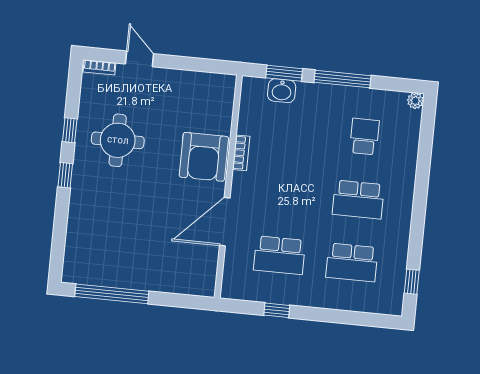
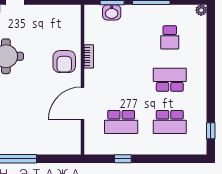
school desk: (364, 137) -> (170, 37), turned 180
armchair: (204, 157) -> (64, 62), width x0.73, depth x0.73
school desk: (358, 199) -> (170, 80), turned 180

